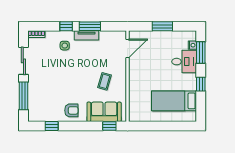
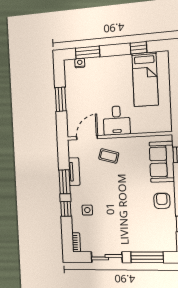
tv unit: (87, 35) -> (74, 172), moved
door: (128, 48) -> (87, 138), hinge flipped
desk: (184, 62) -> (117, 120), moved, turned 180
coffee table: (105, 81) -> (109, 156), moved
window: (201, 84) -> (138, 48), moved

